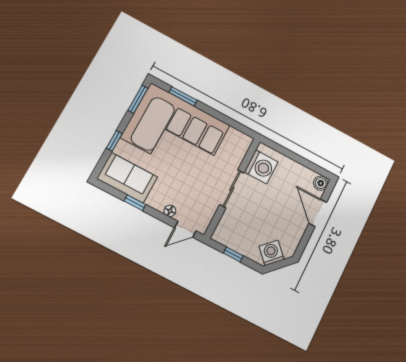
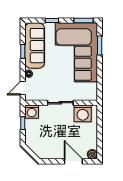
sofa: (127, 178) -> (35, 46), width x1.36
door: (318, 213) -> (73, 161), hinge flipped
door: (185, 229) -> (23, 88), hinge flipped
washing machine: (271, 253) -> (32, 112), moved, turned 135

